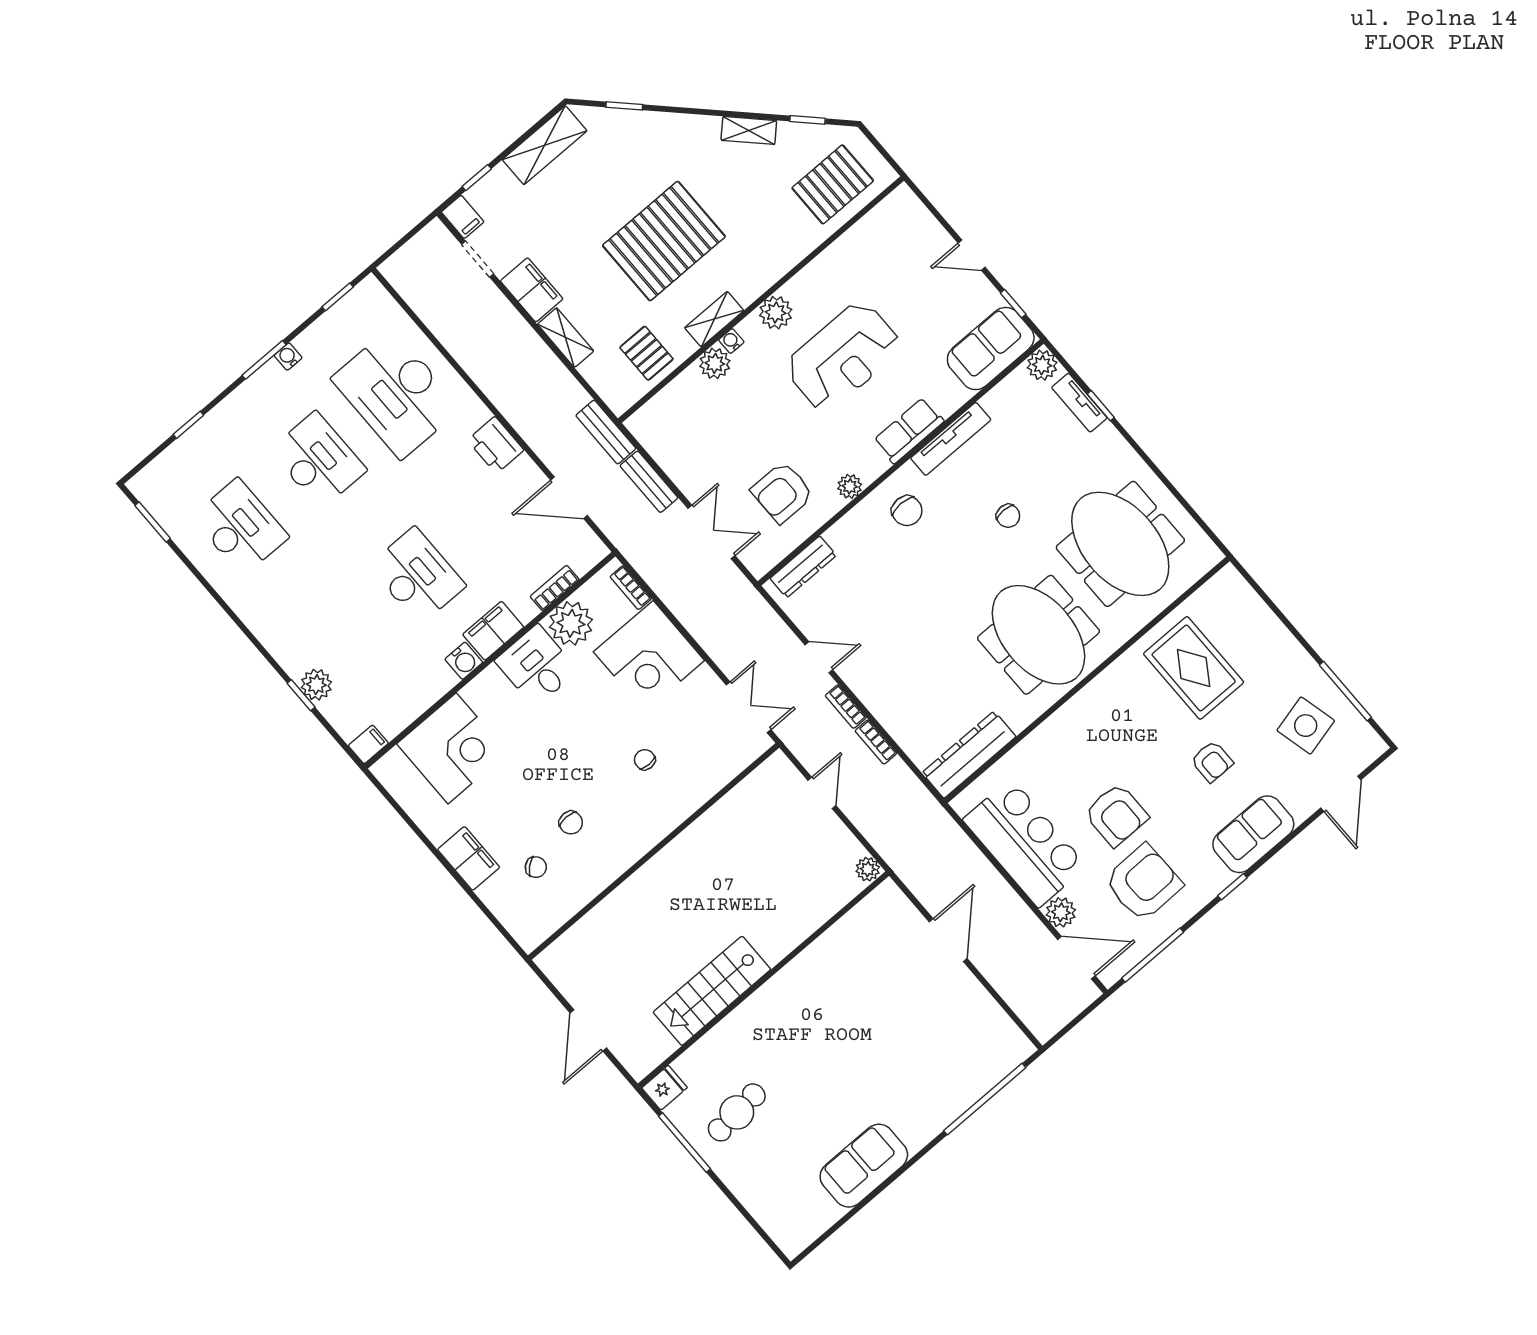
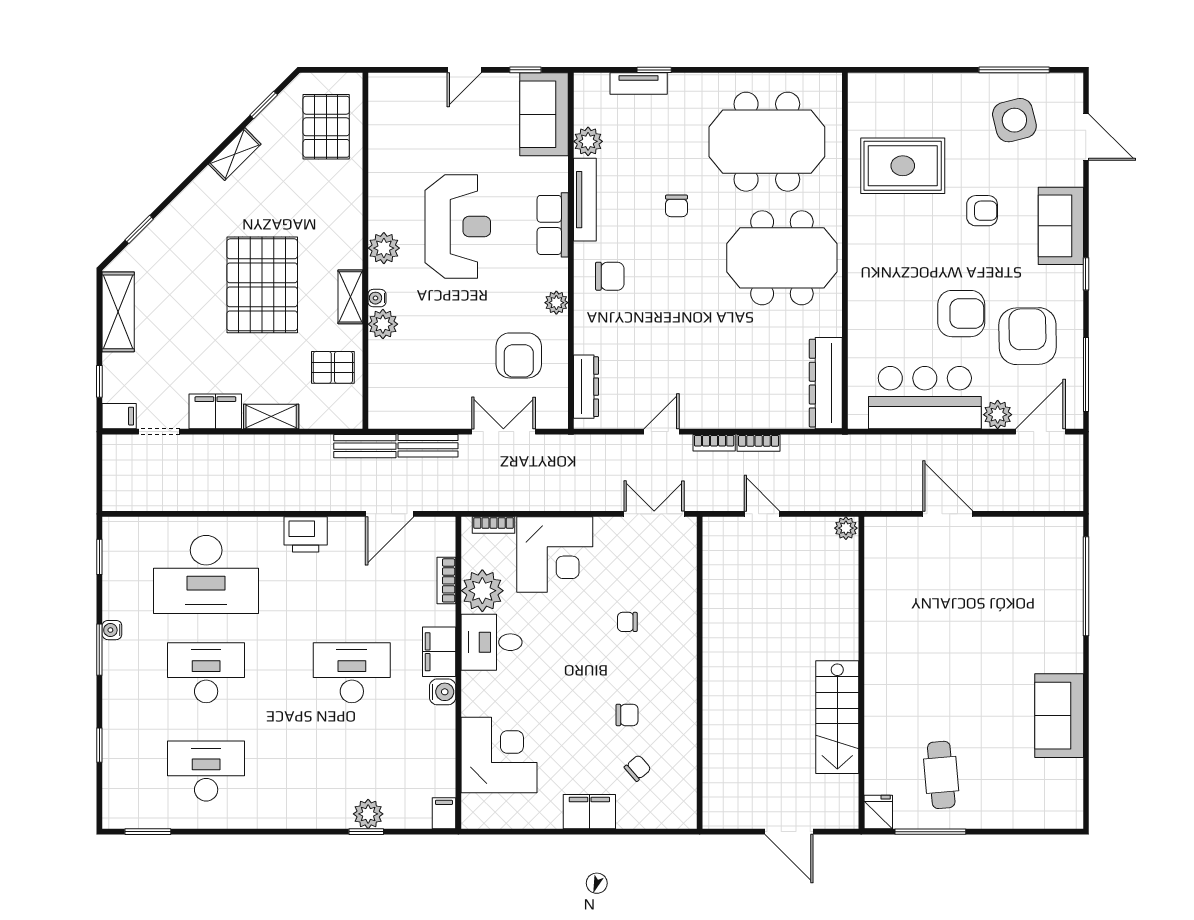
plant: (1042, 365) -> (588, 141), moved
chair: (1008, 516) -> (677, 206), turned 90

